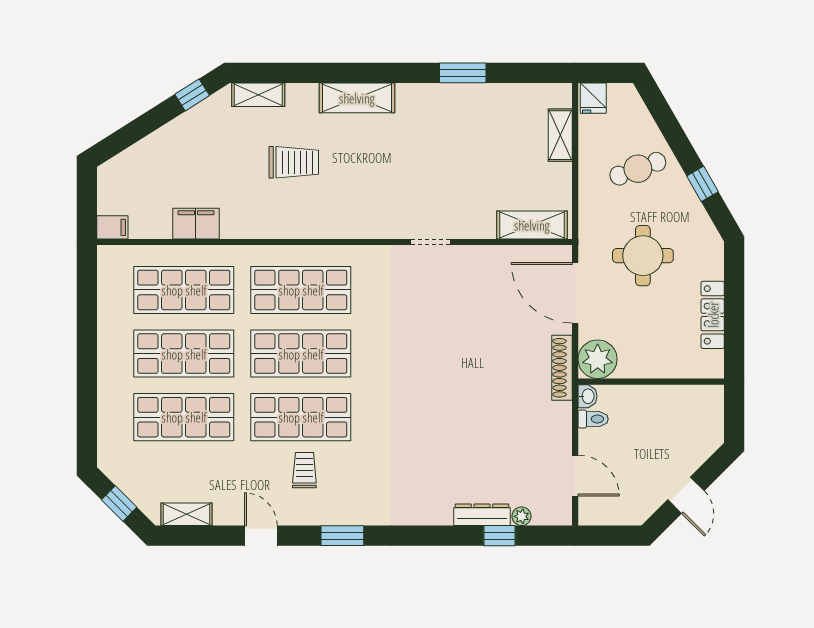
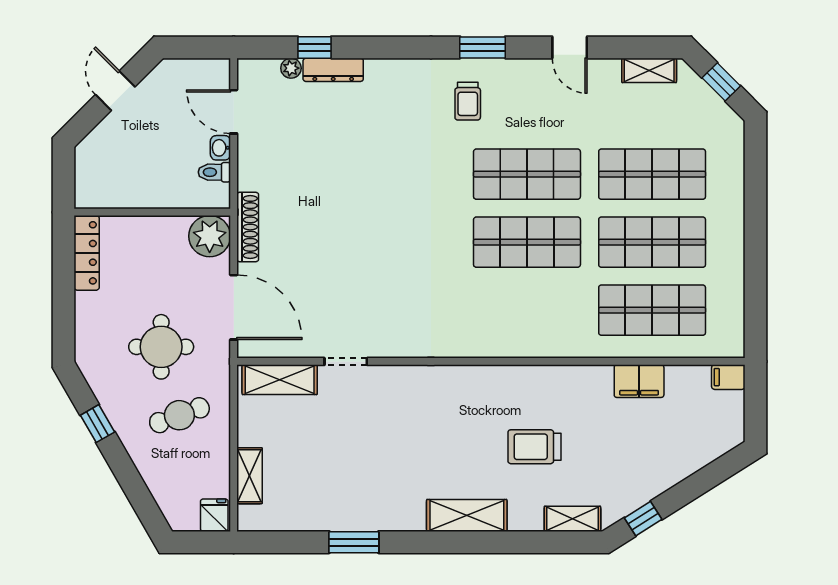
cafe table: (638, 169) -> (179, 415), moved
doorway: (431, 242) -> (346, 361), moved
shop shelf: (301, 290) -> (527, 310), removed
locker: (713, 315) -> (87, 253), moved
washbasin: (587, 396) -> (220, 148), moved
trolley: (304, 470) -> (468, 101), moved

